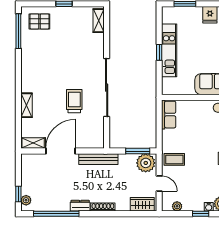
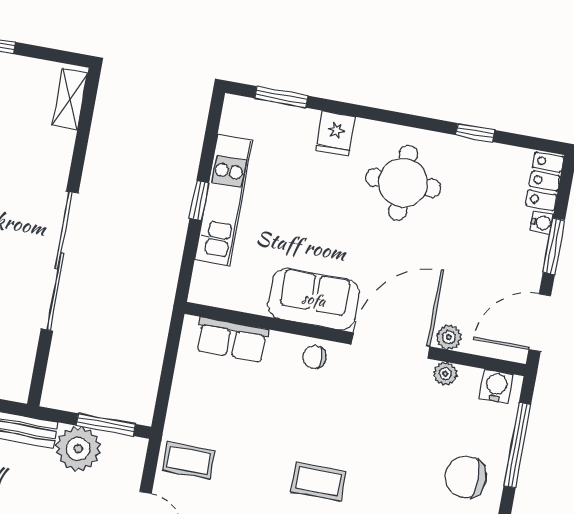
row of seats: (169, 115) -> (232, 340), moved, turned 90
plant: (146, 163) -> (78, 449), moved

